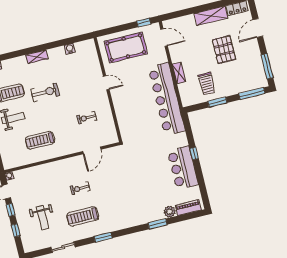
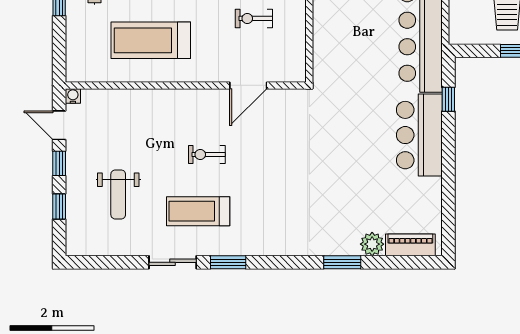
treadmill: (40, 140) -> (151, 40), width x1.37, depth x1.38
window: (194, 153) -> (448, 99), moved
bar counter: (183, 168) -> (419, 135), moved
sliding door: (63, 247) -> (173, 262), moved

